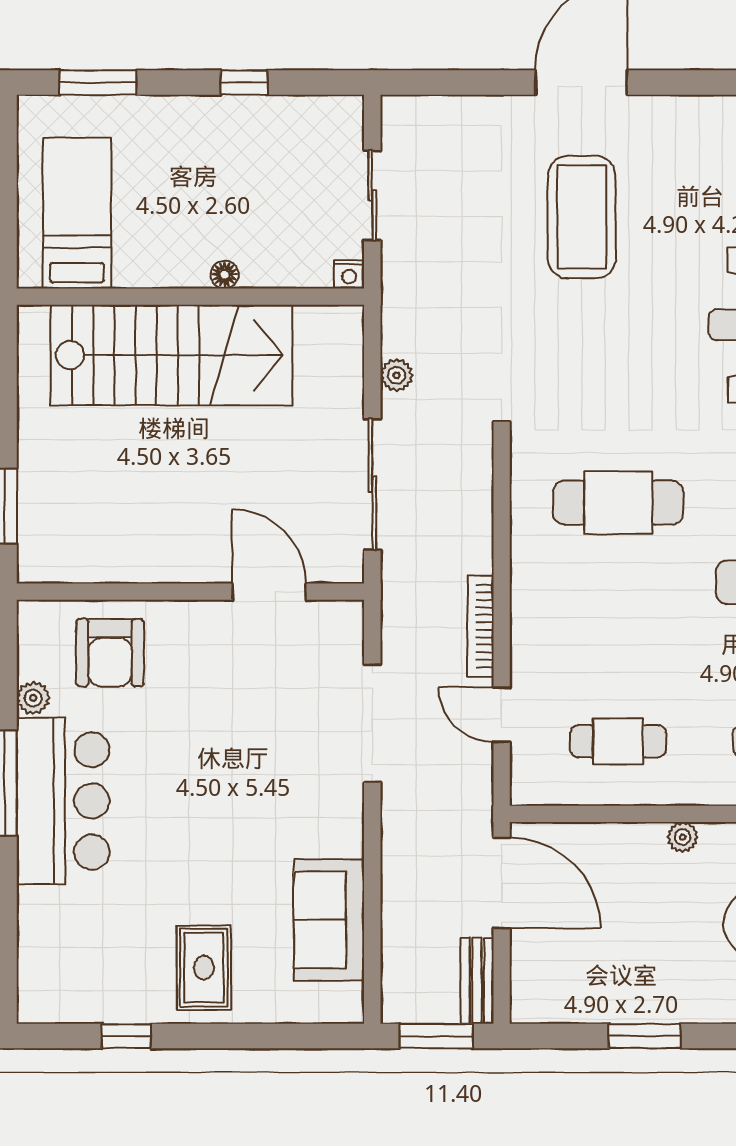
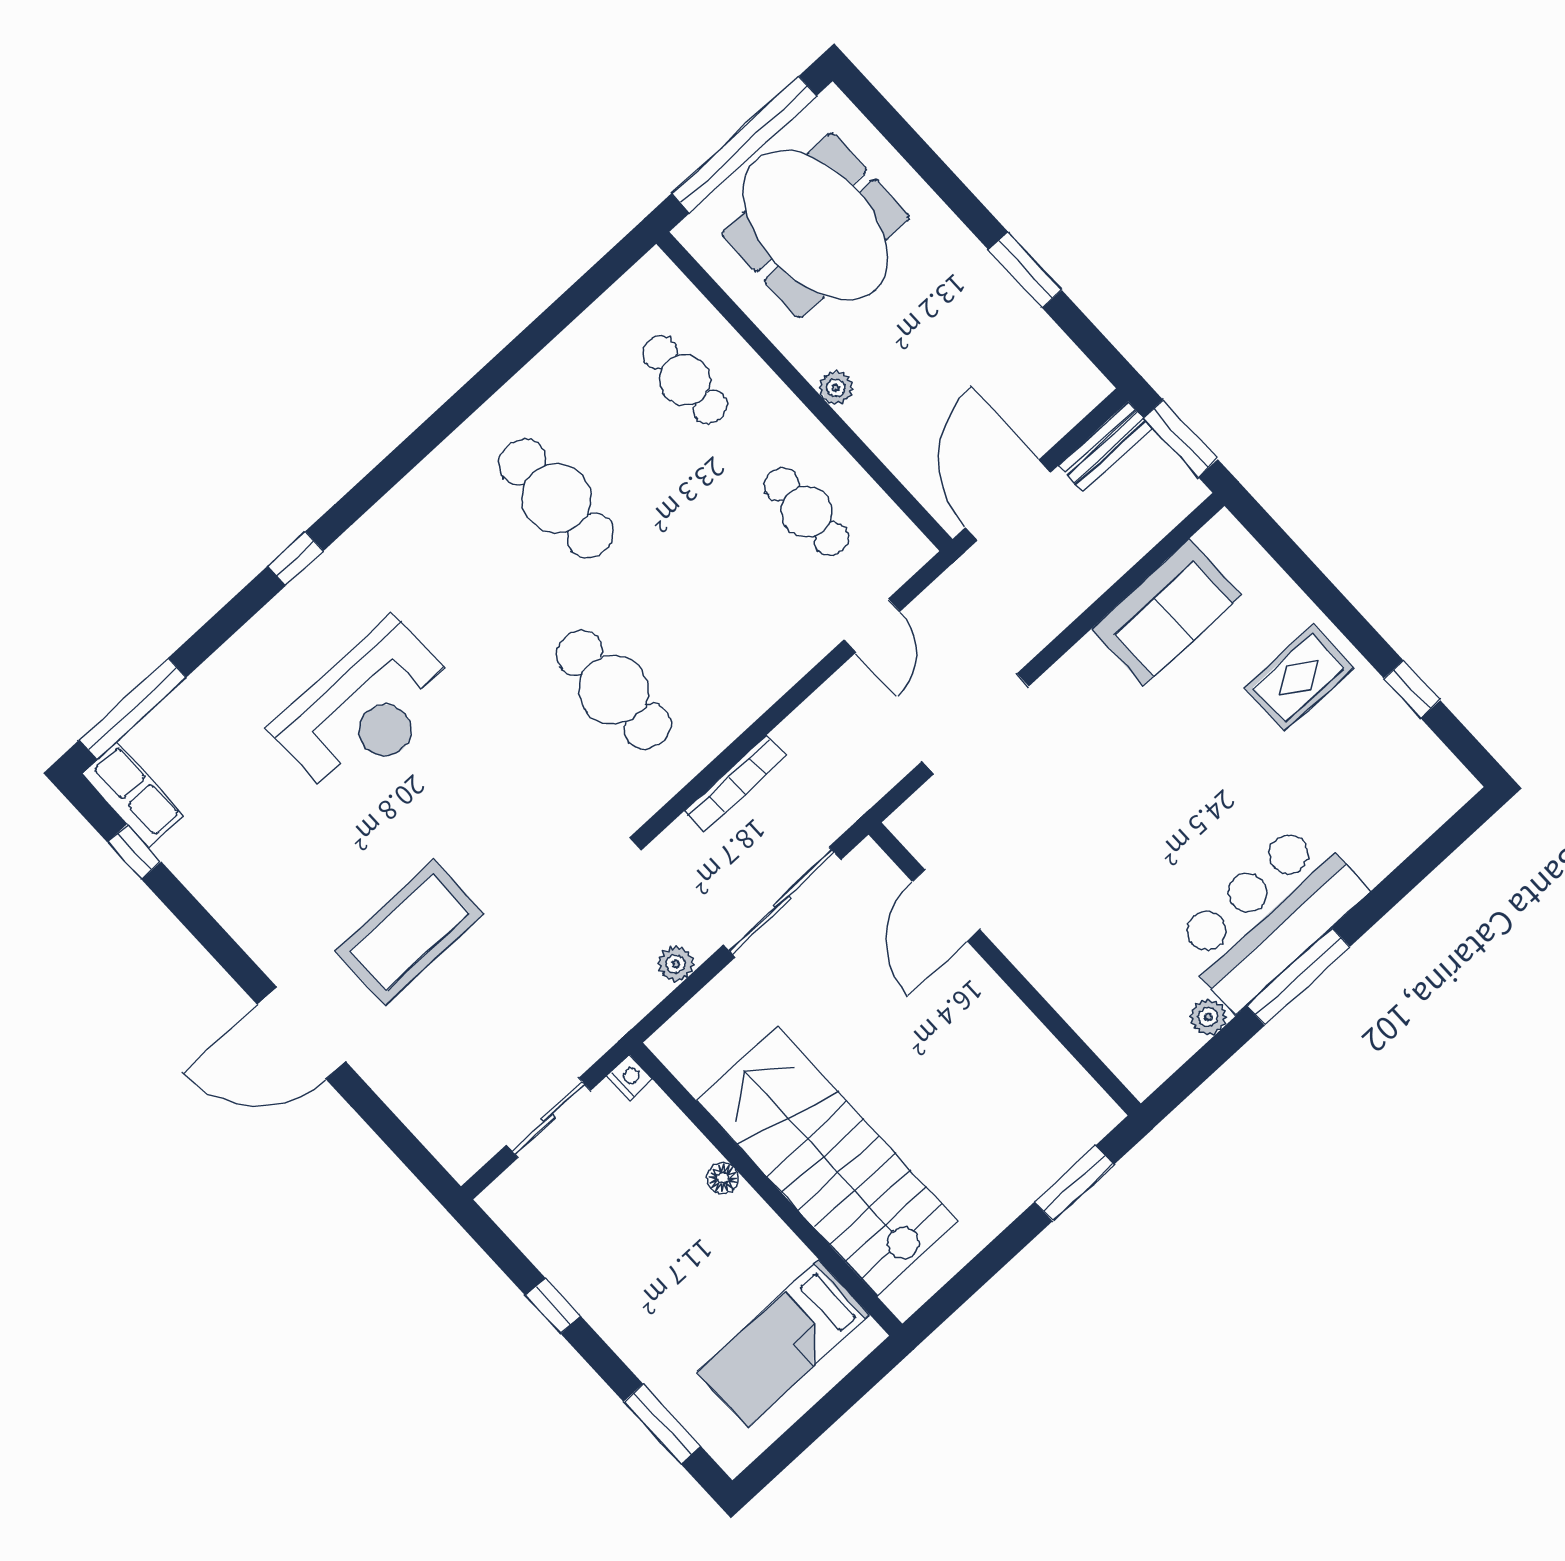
bookcase: (481, 626) -> (735, 783), moved
armchair: (110, 653) -> (1114, 989), removed

